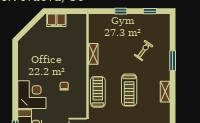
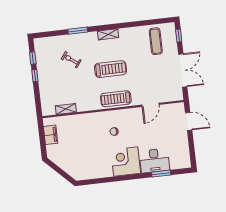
window: (121, 11) -> (35, 76), moved
filing cabinet: (56, 20) -> (51, 135), moved
shelving: (93, 54) -> (66, 109), moved

